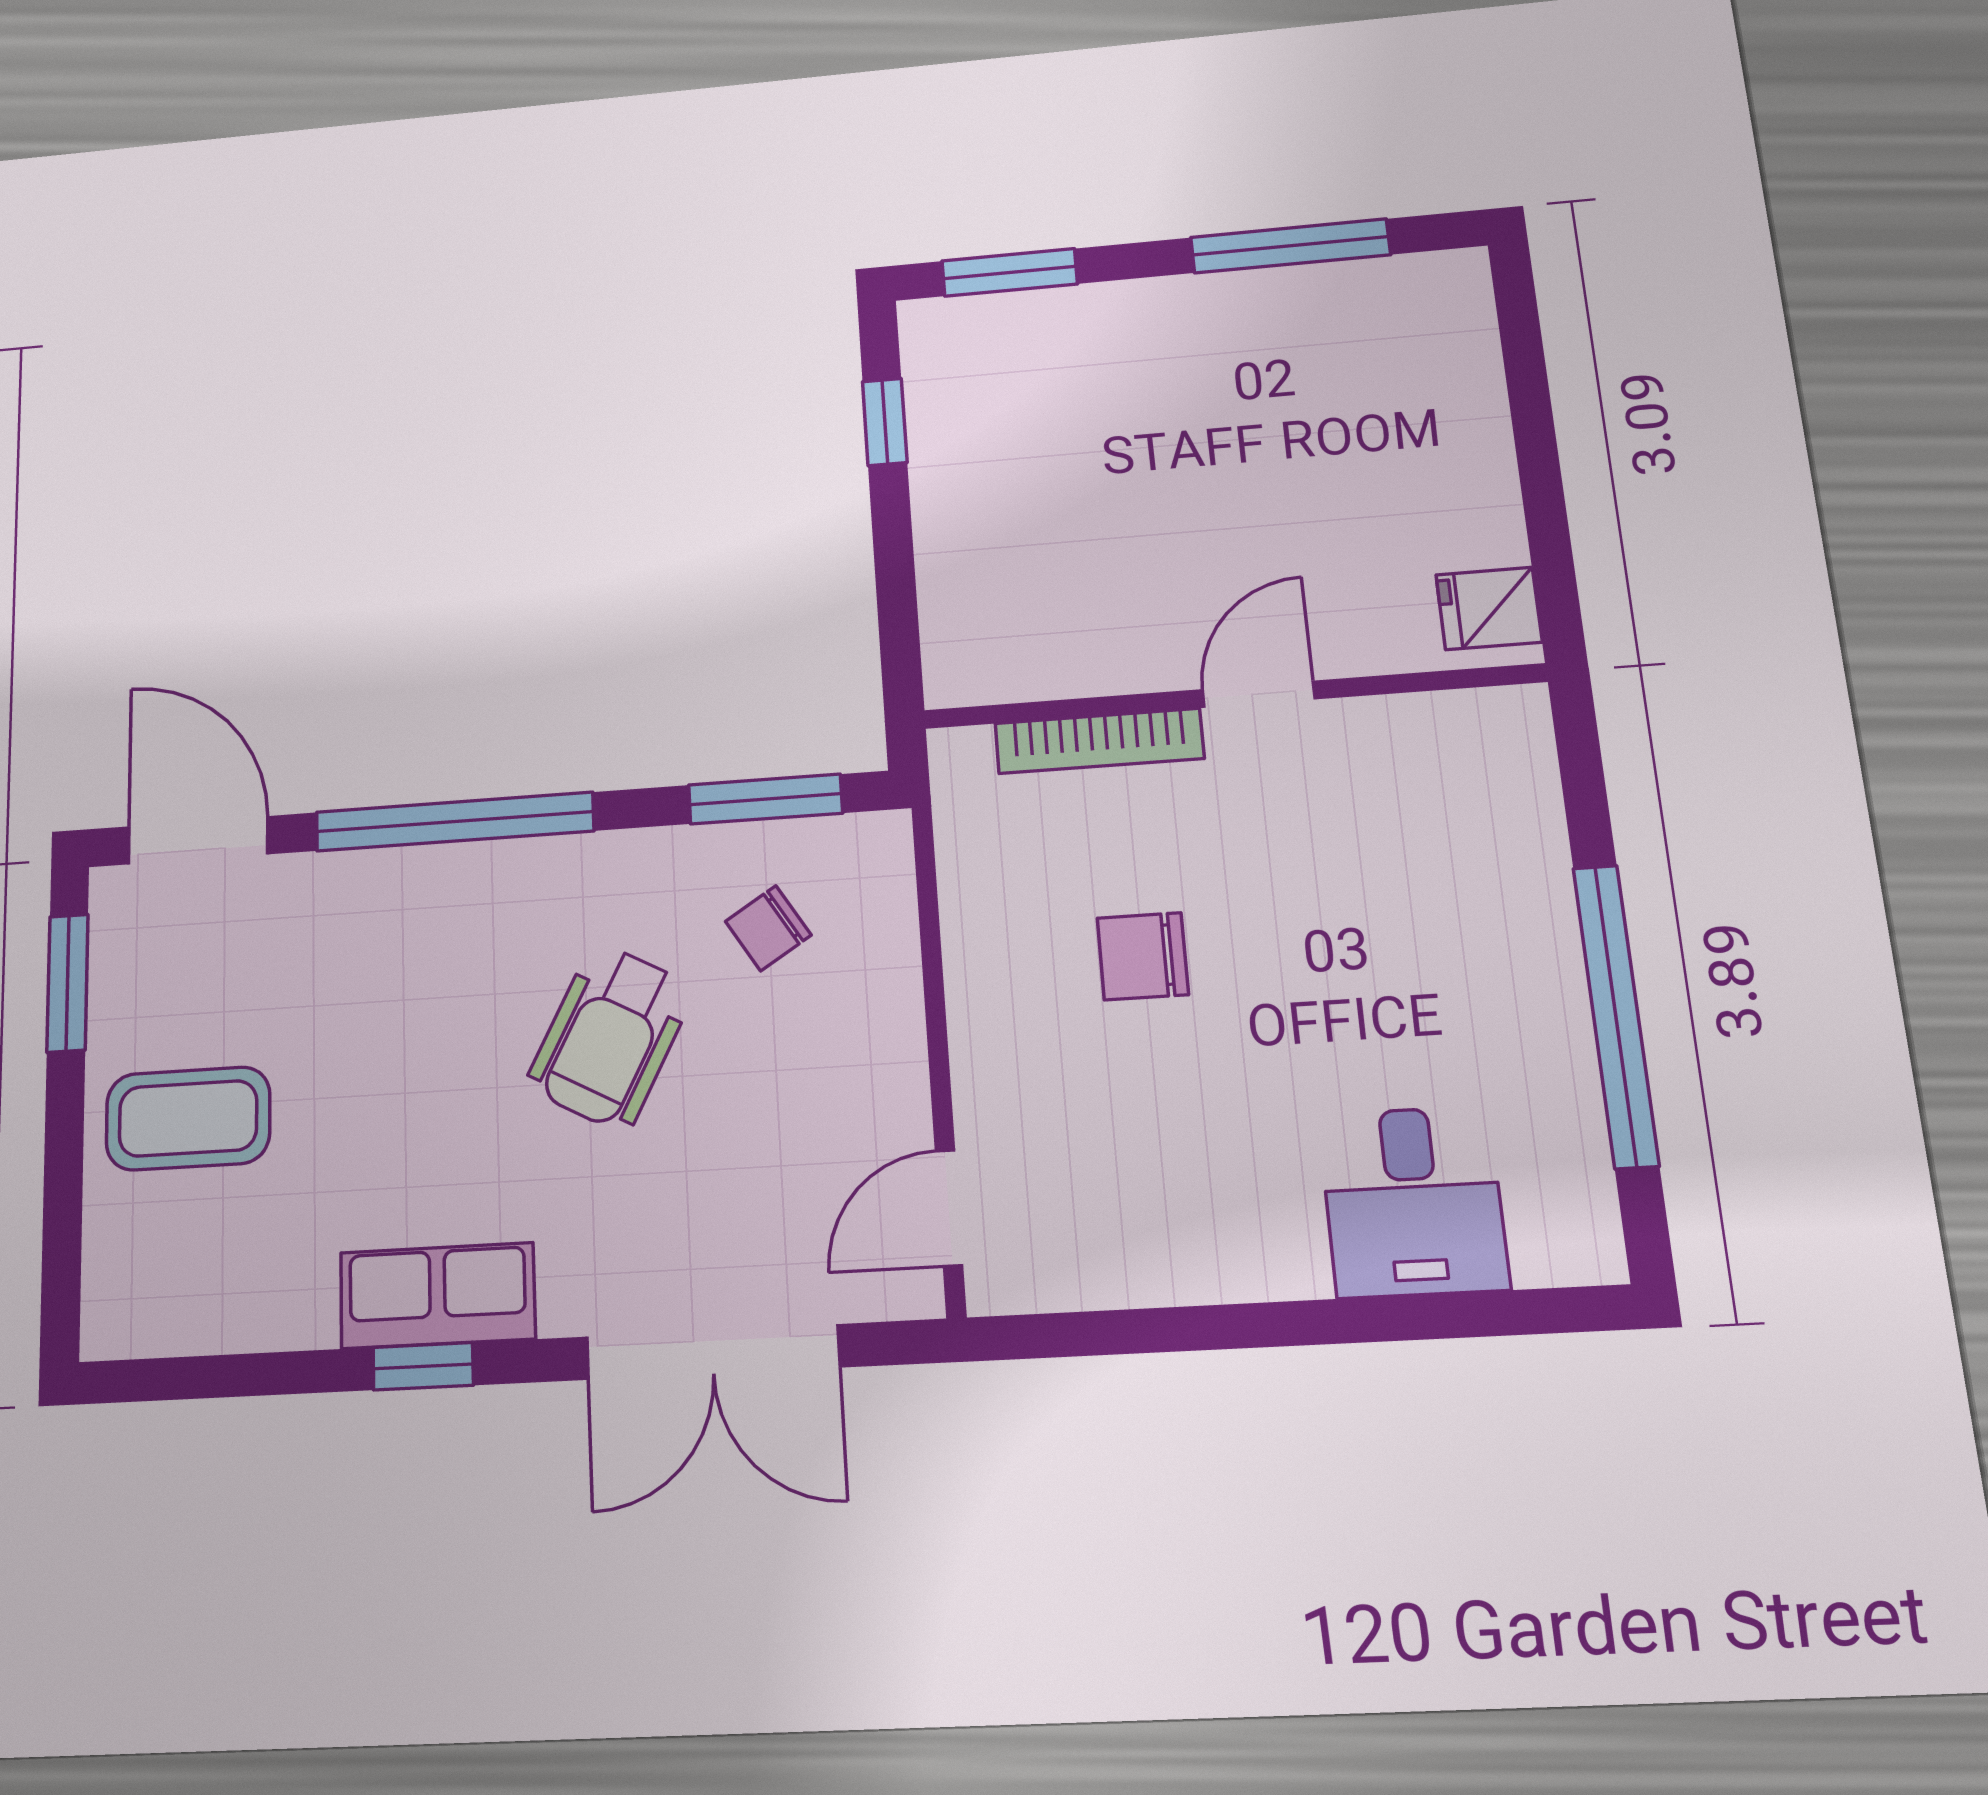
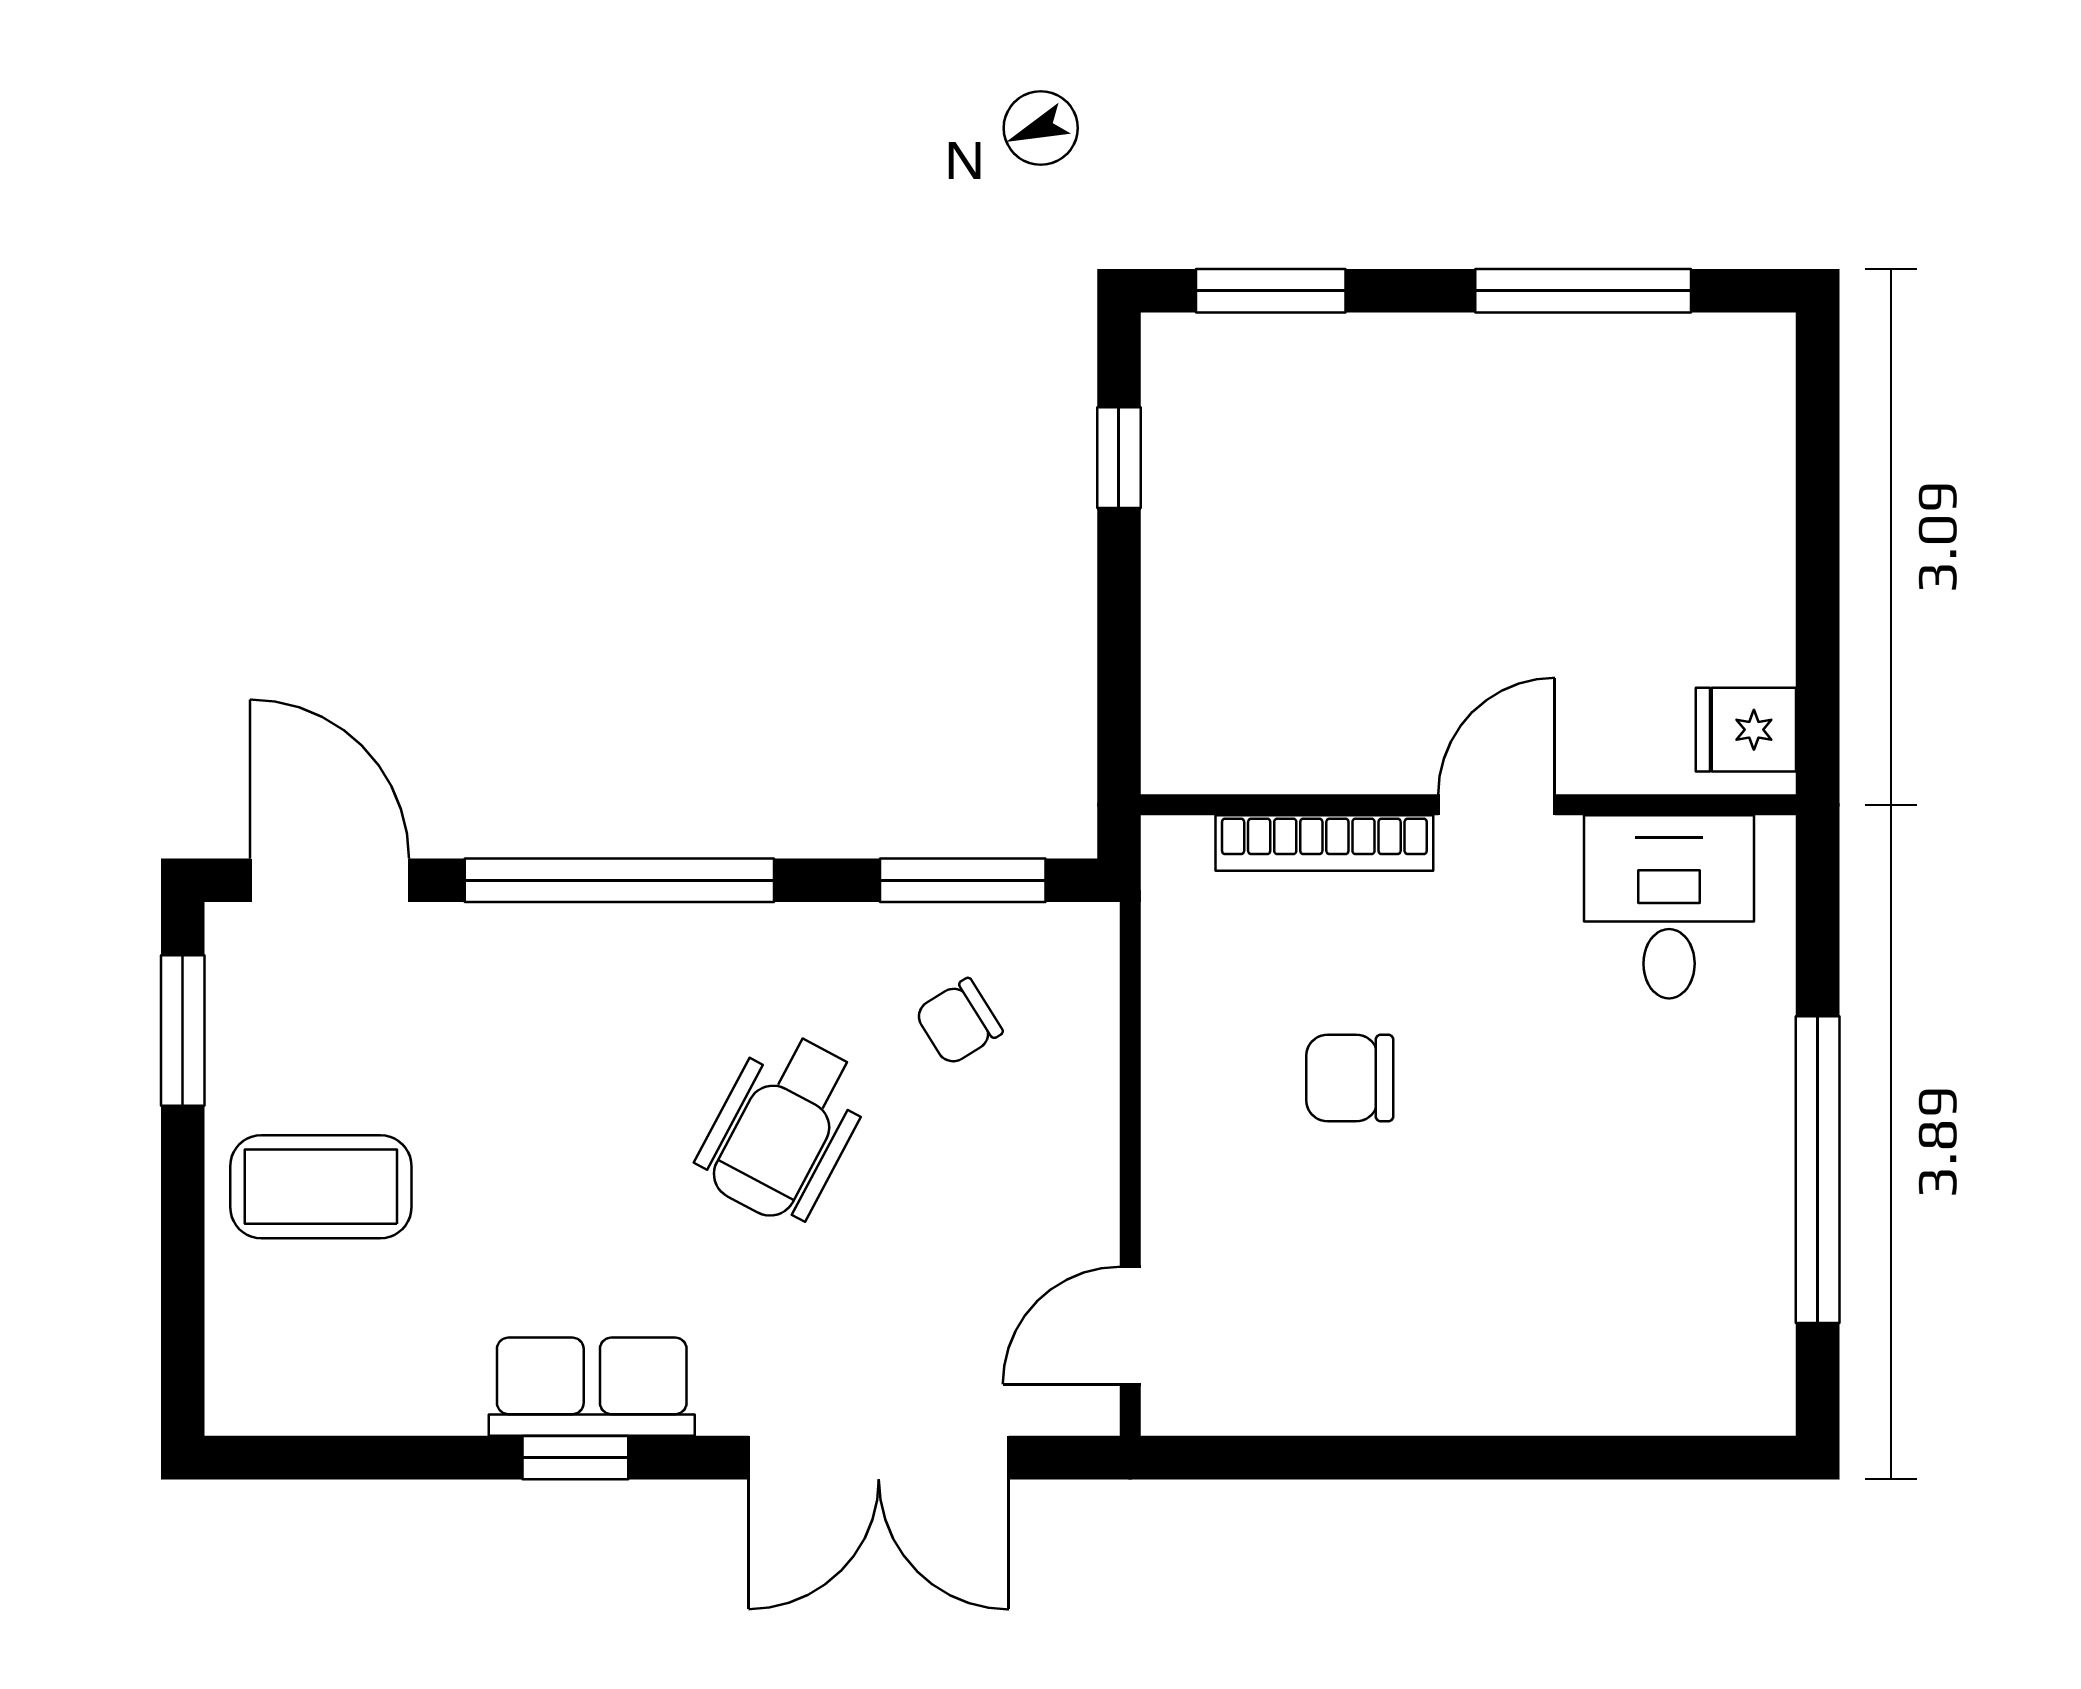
desk: (1413, 1202) -> (1669, 907), moved, turned 180

